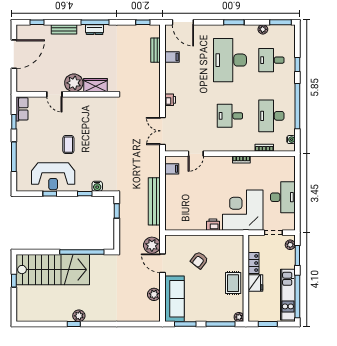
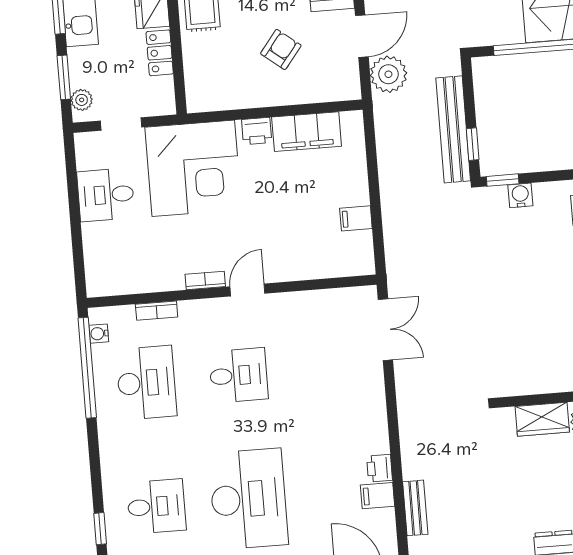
window: (297, 64) -> (100, 529), moved
printer: (170, 100) -> (380, 468), moved
window: (297, 106) -> (87, 368), moved
door: (196, 154) -> (247, 290), moved
filing cabinet: (172, 169) -> (356, 218), moved
window: (85, 194) -> (503, 180), moved
desk: (283, 197) -> (106, 195), width x0.73
bench: (154, 201) -> (453, 129), moved
filing cabinet: (191, 222) -> (307, 132), added
door: (162, 263) -> (362, 36), hinge flipped

